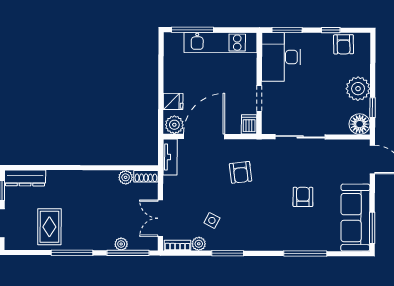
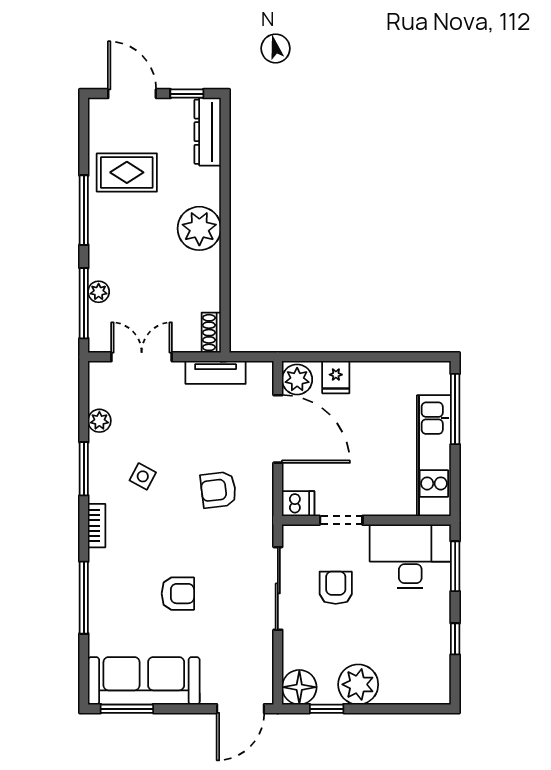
armchair: (344, 44) -> (336, 588), moved, turned 91
tv unit: (170, 157) -> (216, 372), moved
plant: (126, 177) -> (199, 228), moved, width x1.88, depth x1.88
side table: (212, 220) -> (143, 476), moved
bookcase: (177, 245) -> (97, 526), moved

